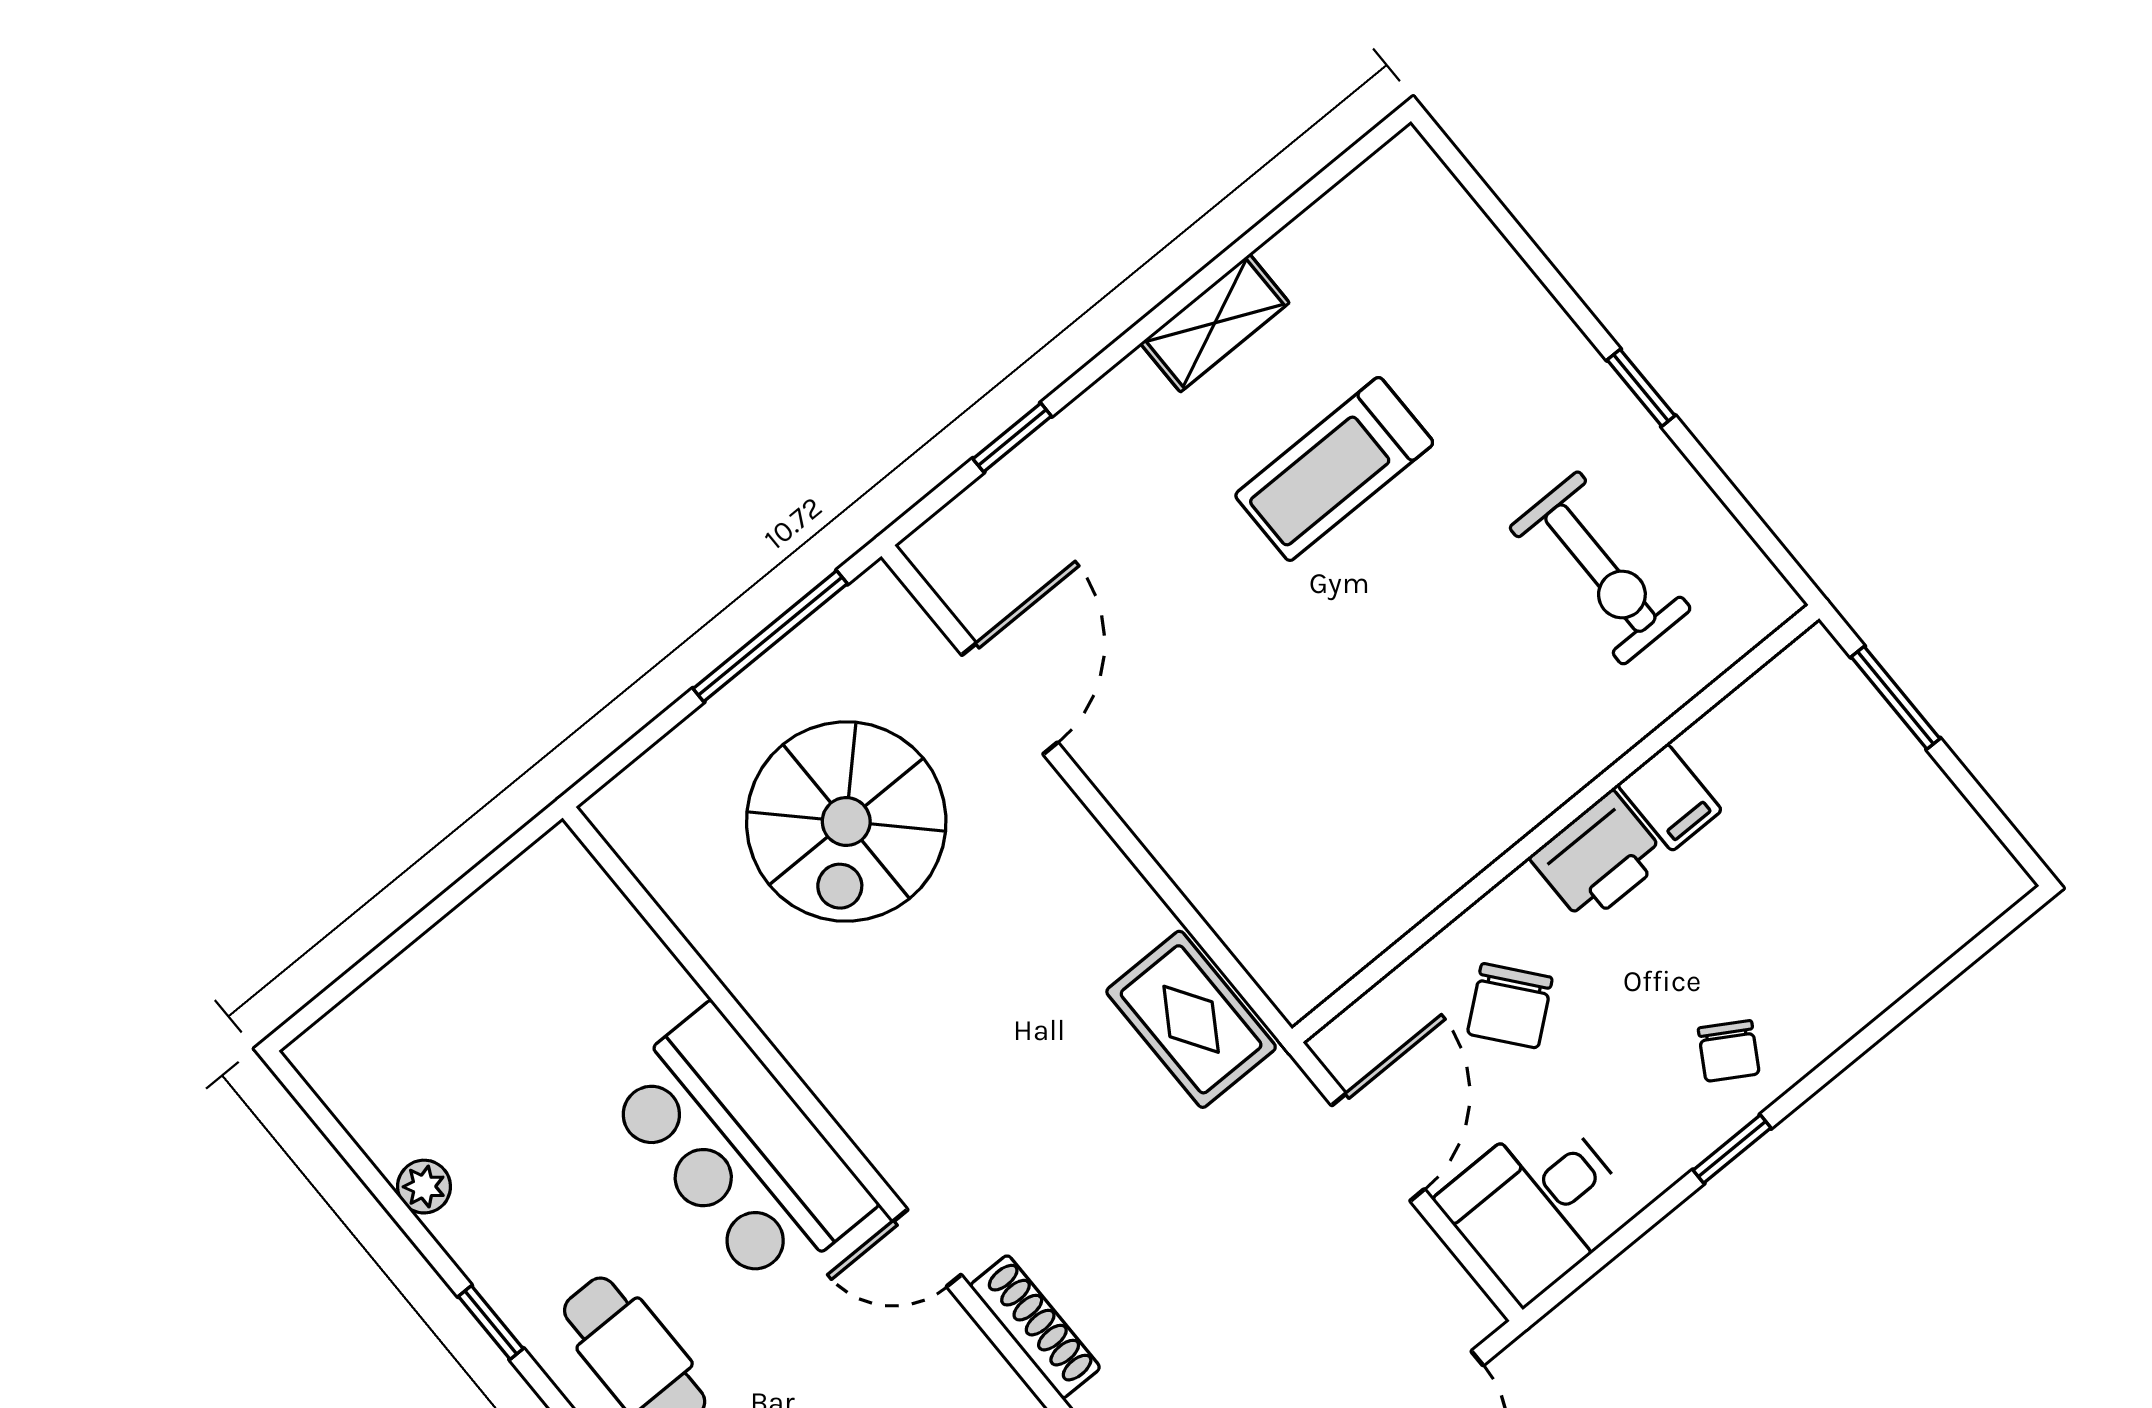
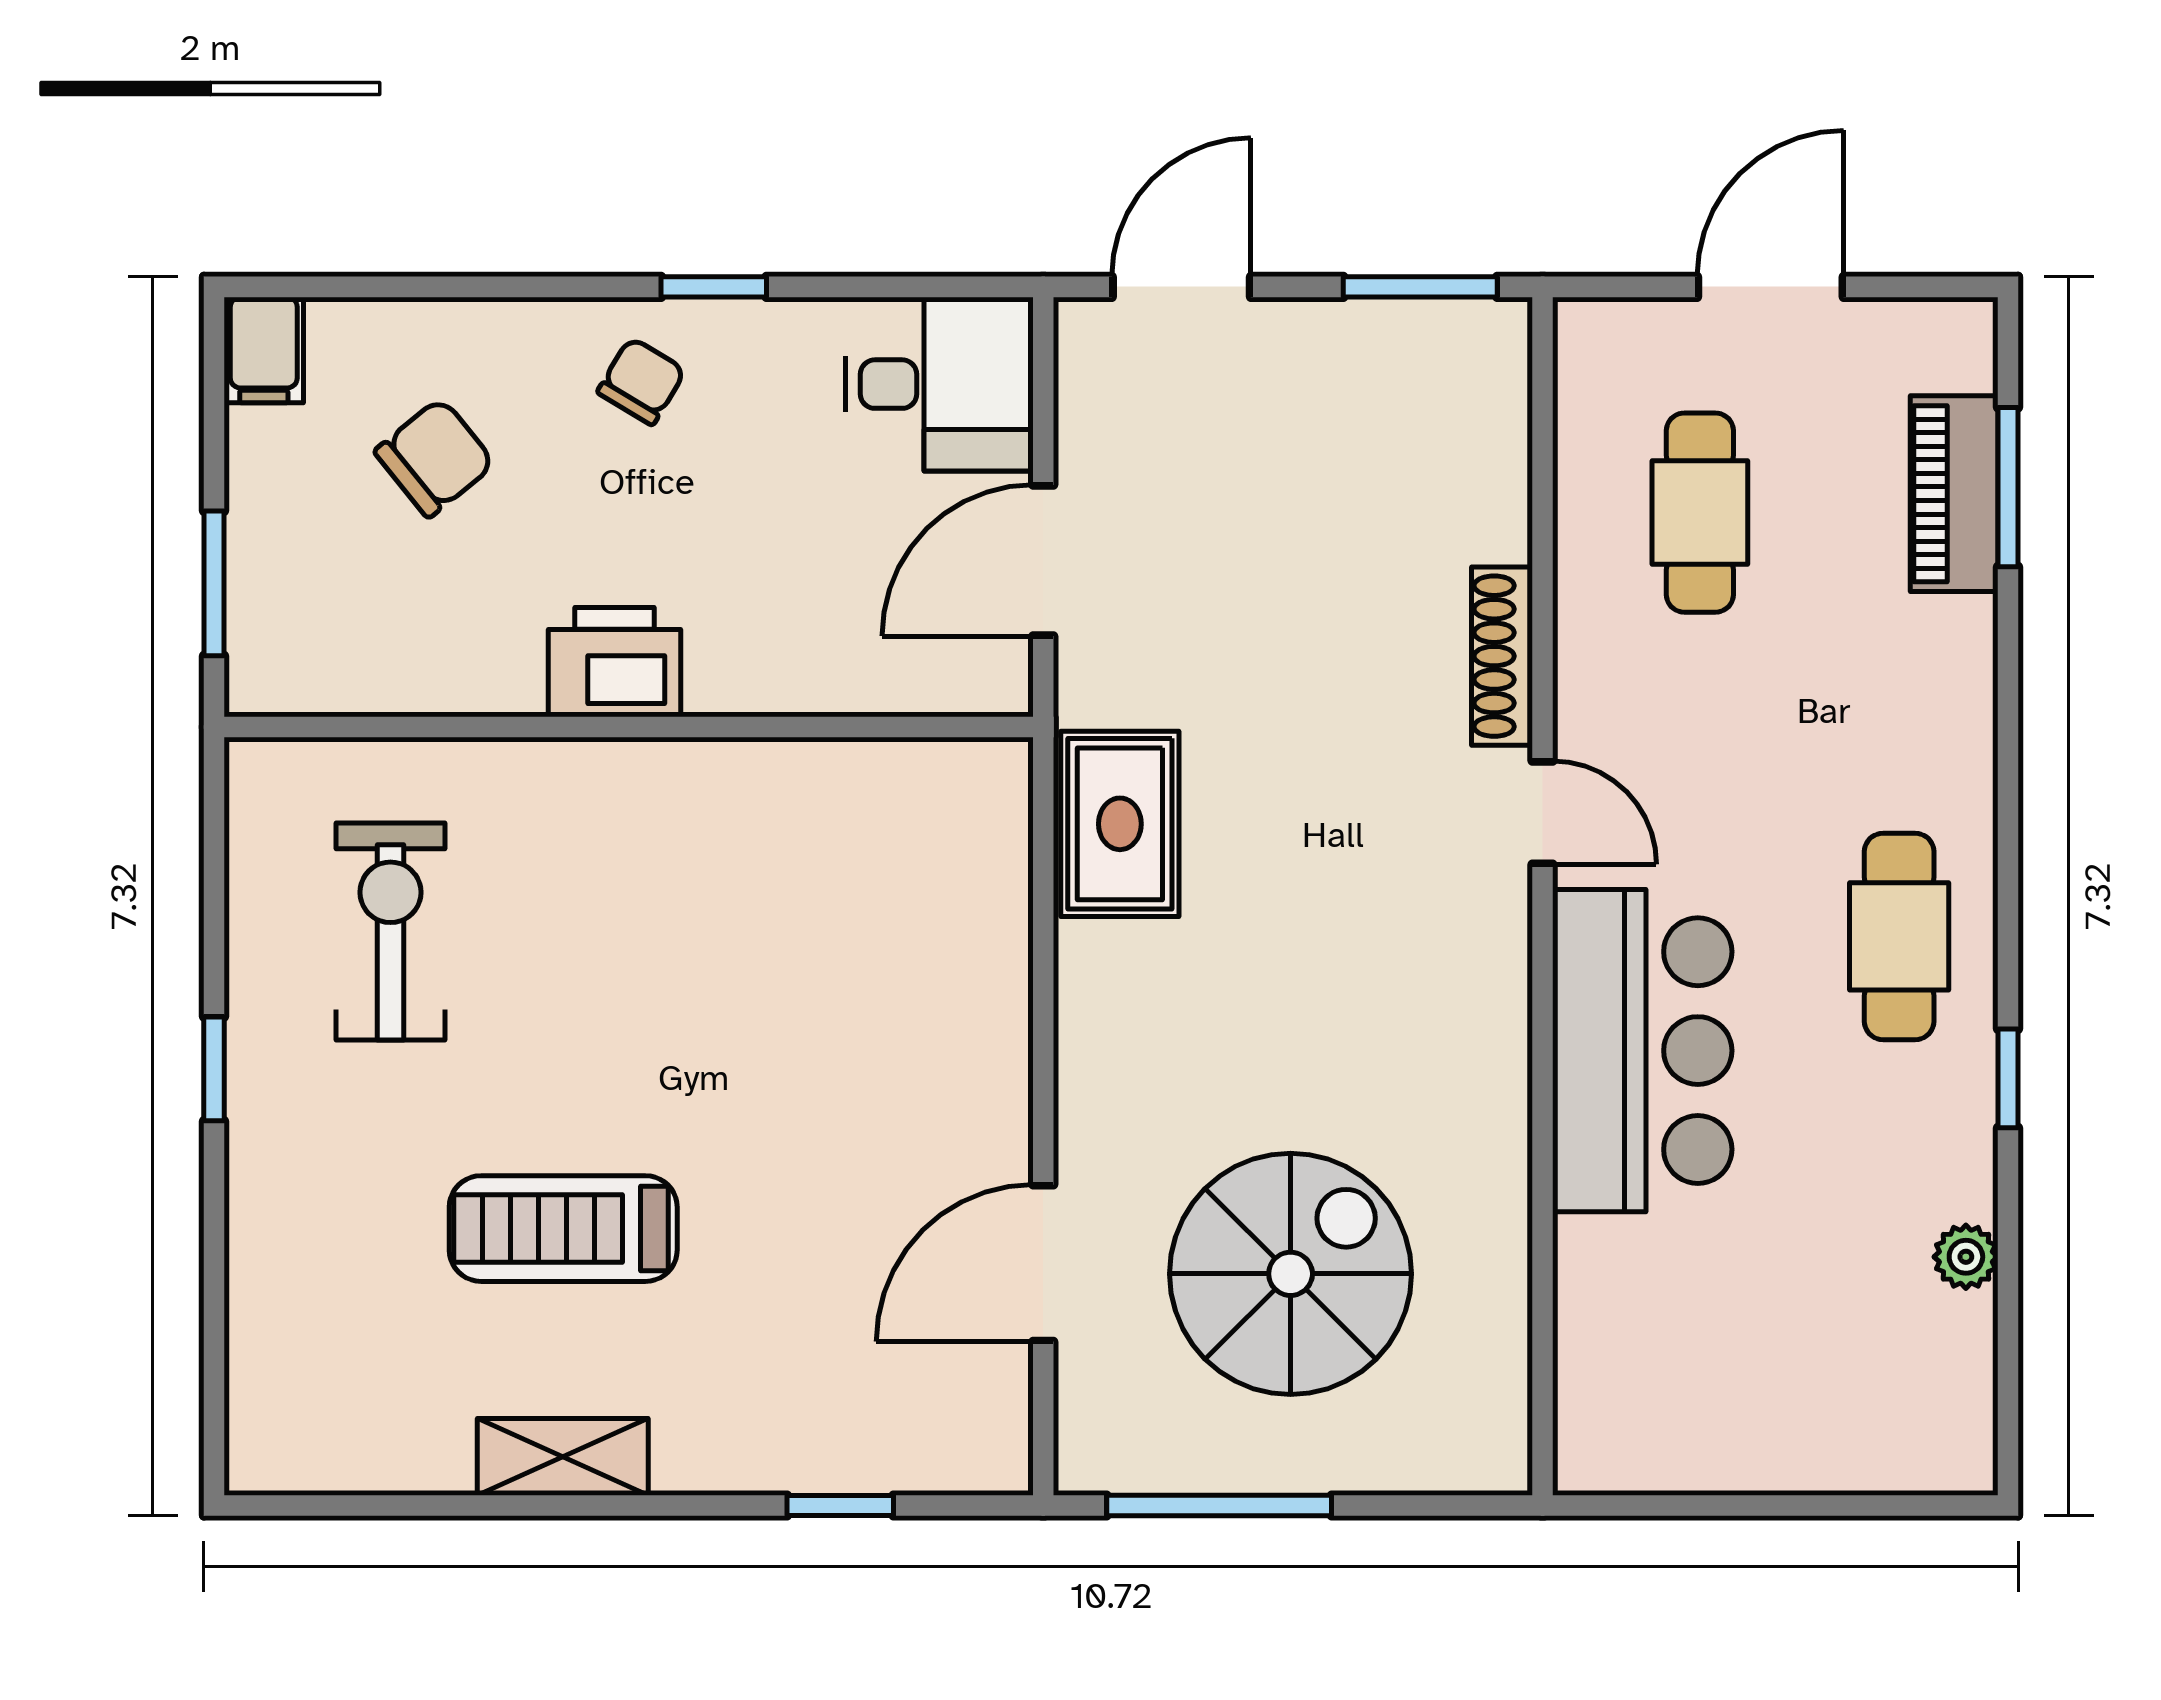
treadmill: (1334, 469) -> (563, 1229), turned 180
filing cabinet: (1670, 797) -> (264, 350), moved, turned 180
chair: (1510, 1006) -> (435, 458), moved

